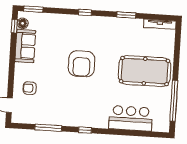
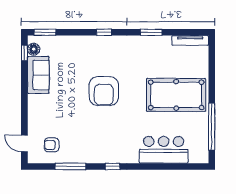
armchair: (30, 88) -> (52, 145), moved

